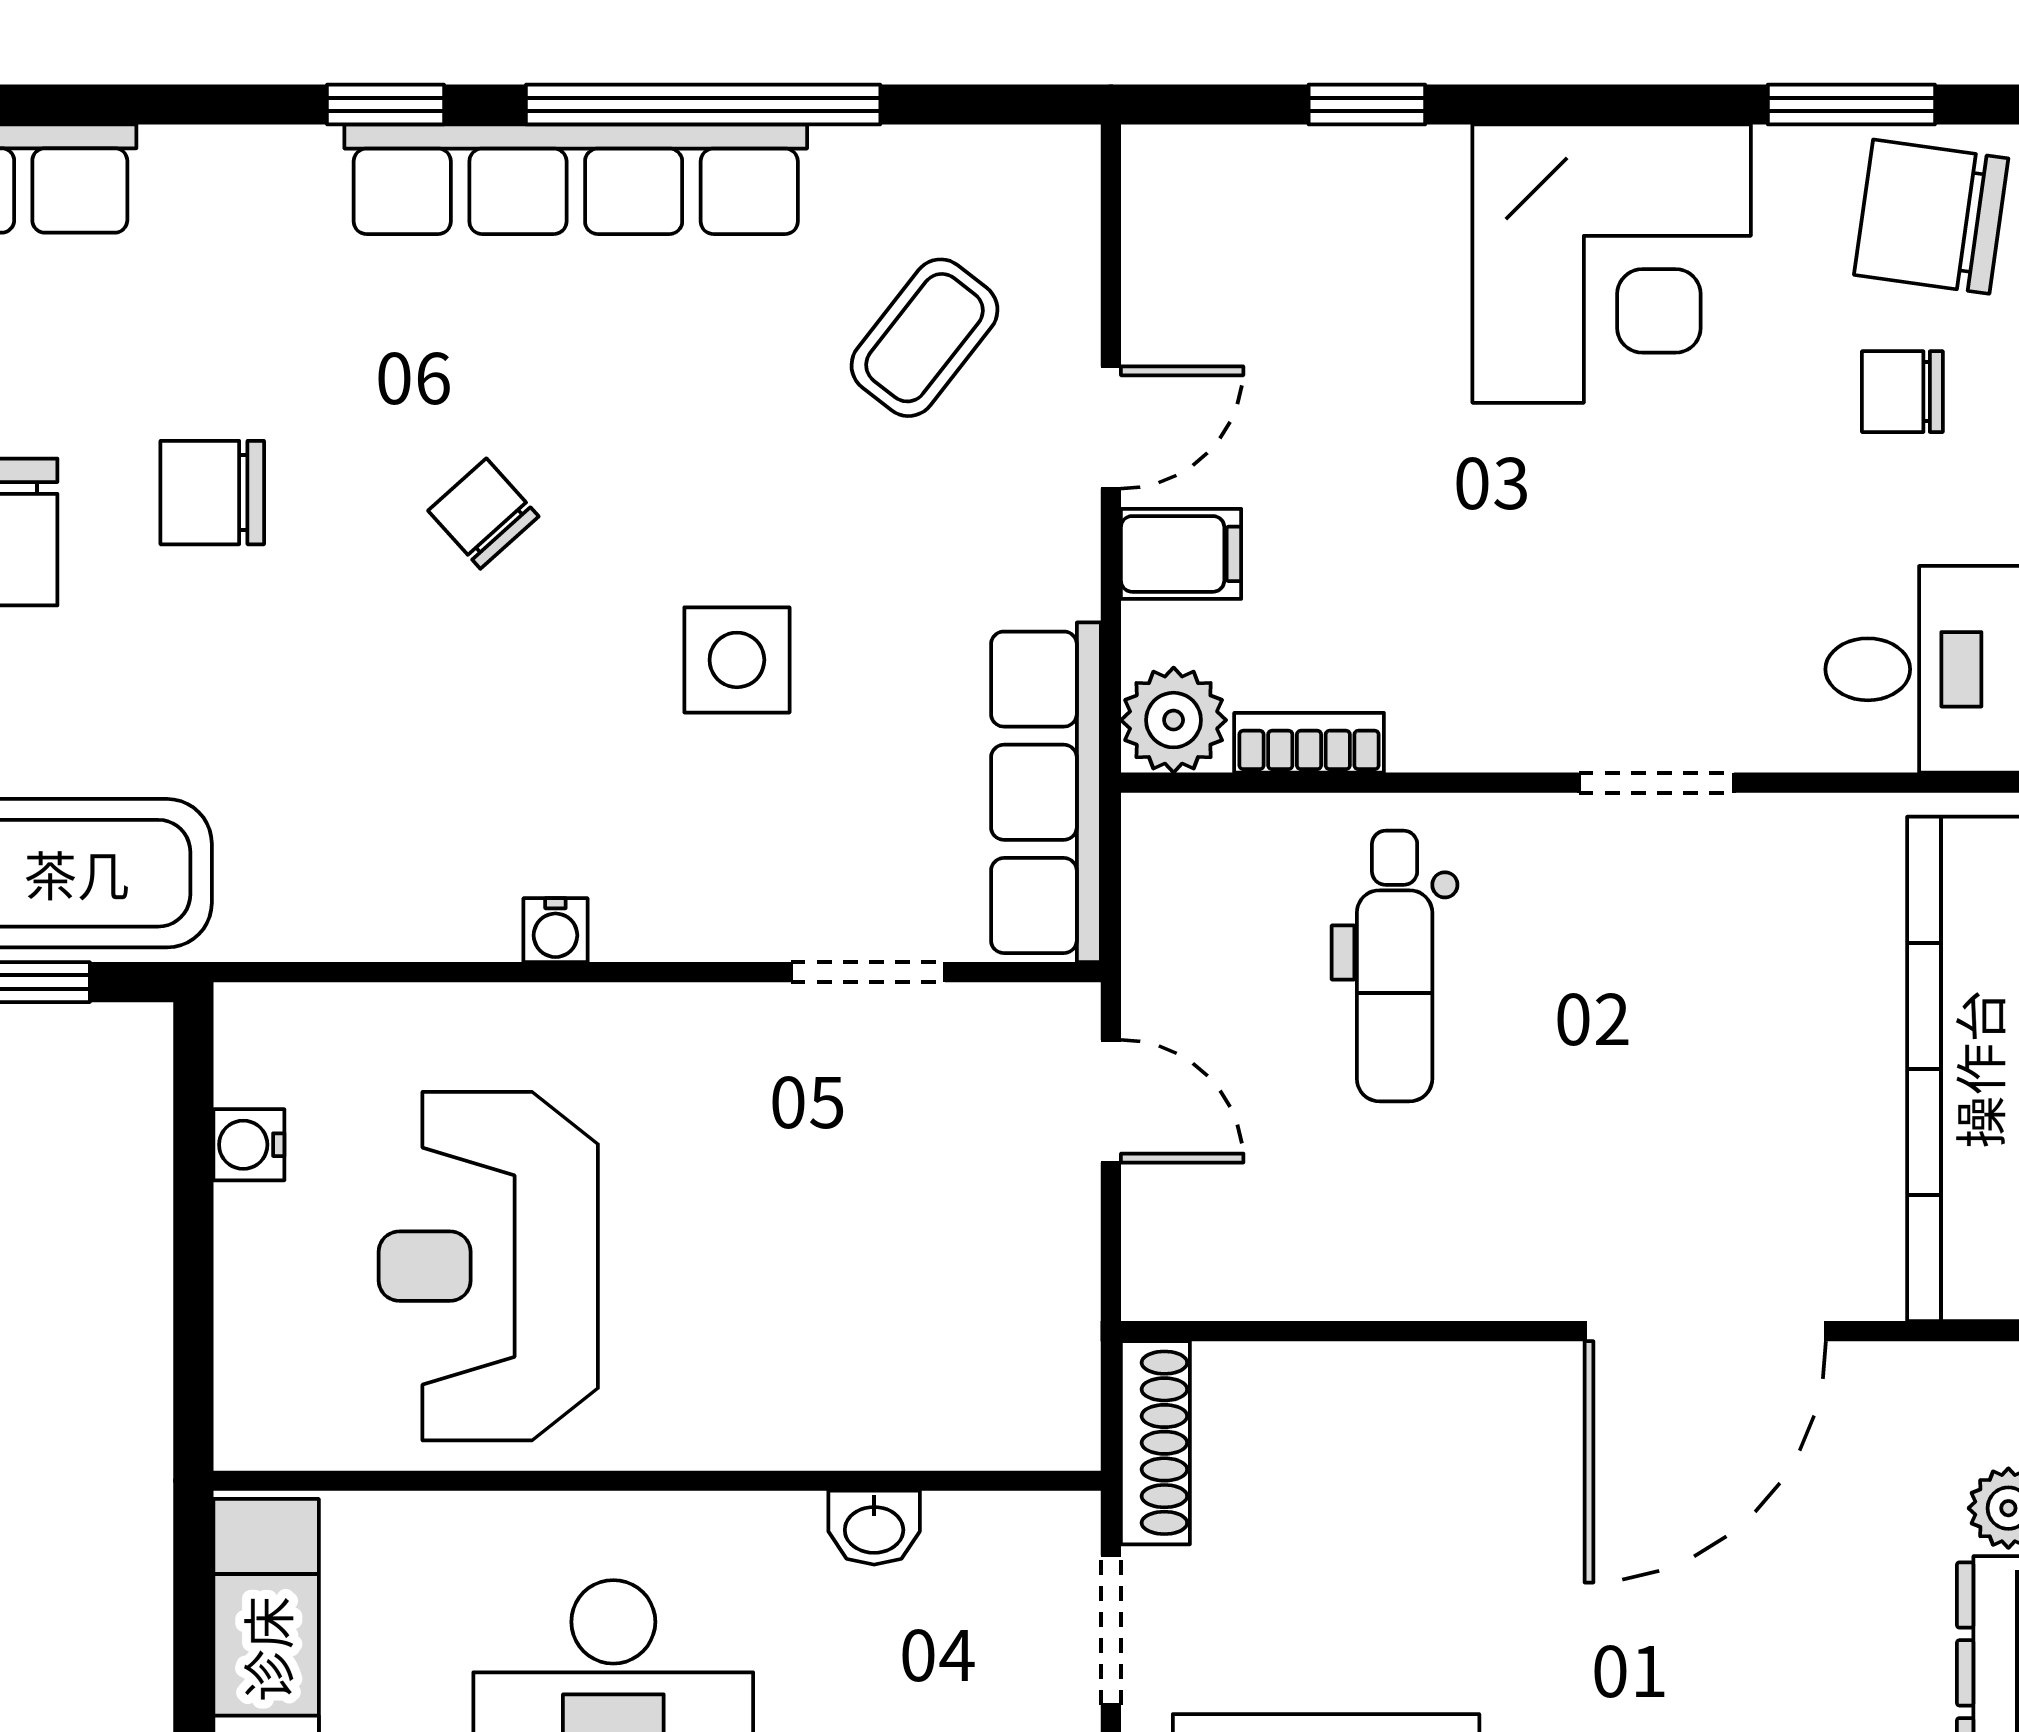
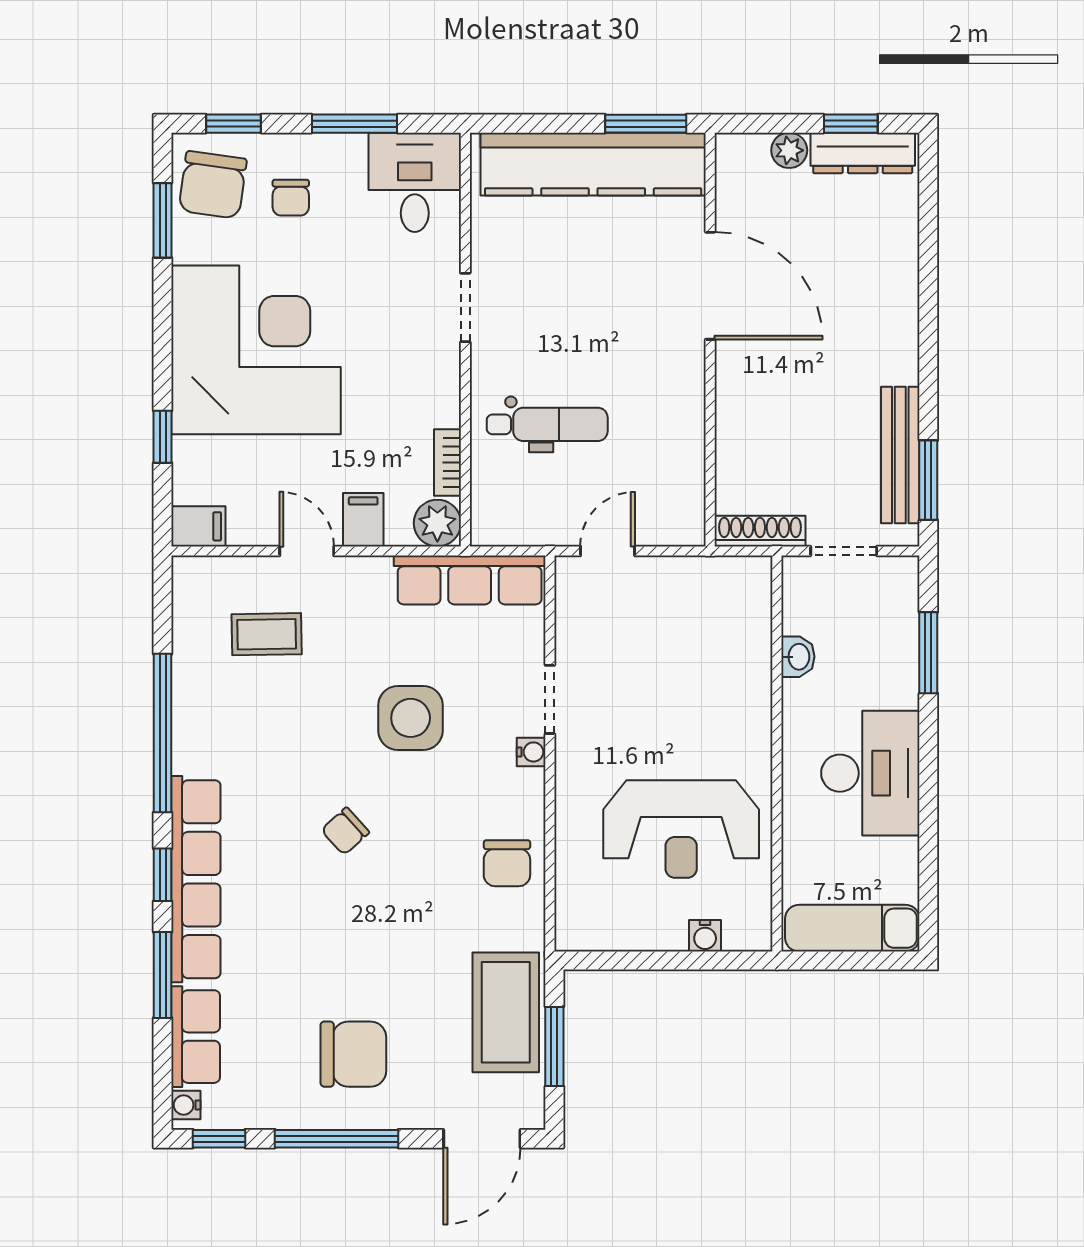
window: (161, 105) -> (163, 975), added
row of seats: (576, 179) -> (196, 879), moved
filing cabinet: (1166, 185) -> (198, 526), added
corner desk: (1612, 264) -> (256, 350), width x1.36, depth x1.36
coffee table: (924, 338) -> (267, 634), turned -39
chair: (212, 493) -> (507, 863), moved
side table: (737, 660) -> (411, 718), width x1.37, depth x1.37
water cooler: (555, 930) -> (531, 752), moved
doorway: (868, 972) -> (550, 699), moved
water cooler: (249, 1145) -> (705, 936), moved

